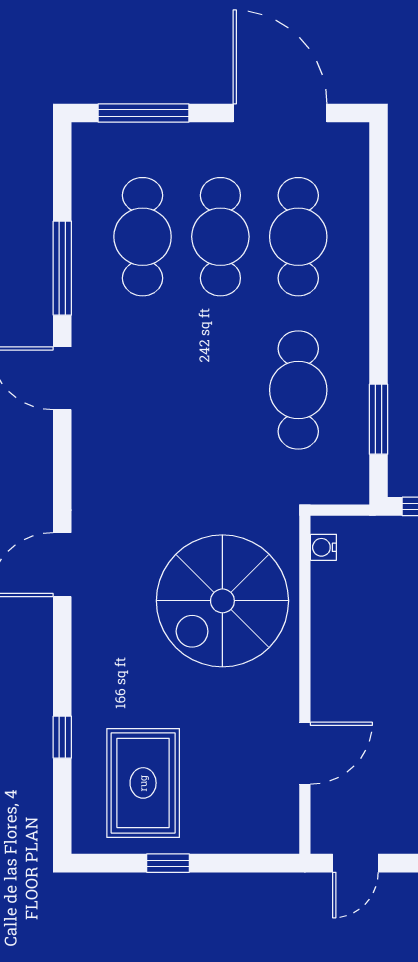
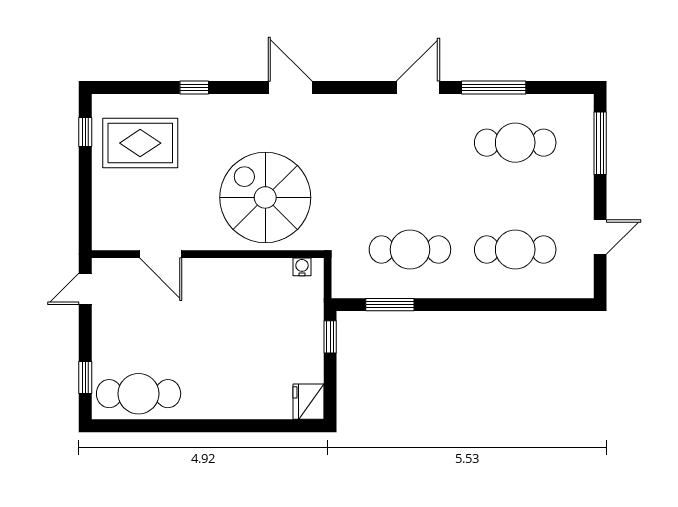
door: (280, 113) -> (600, 237), width x0.53
cafe table: (220, 237) -> (515, 196), removed
window: (62, 737) -> (194, 88), moved
window: (168, 863) -> (85, 132), moved
door: (355, 863) -> (85, 289), hinge flipped

